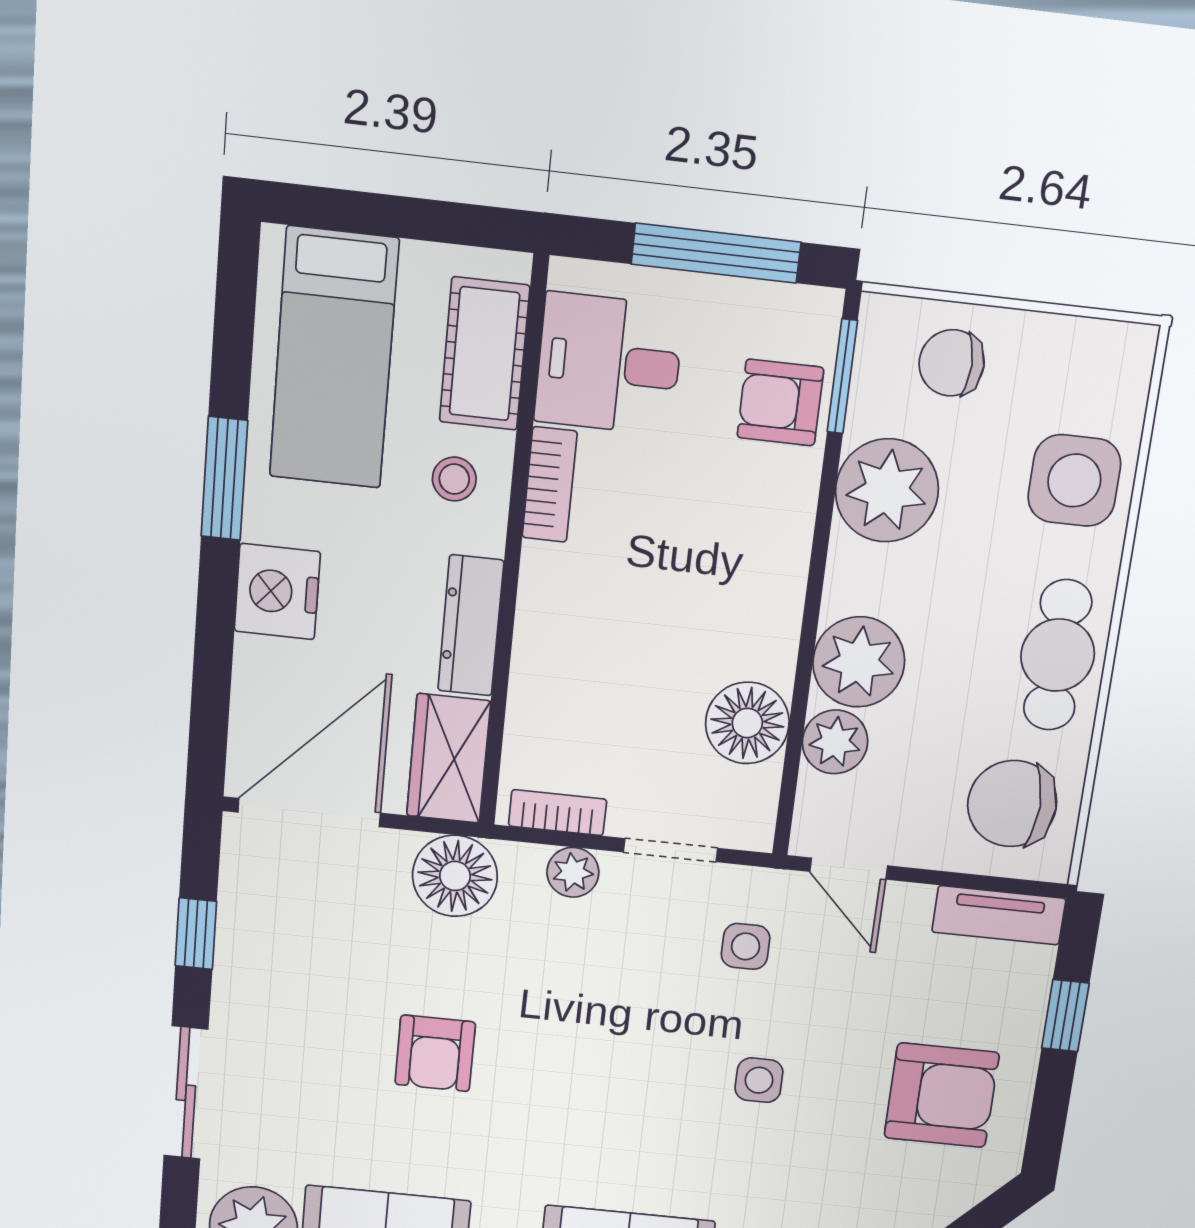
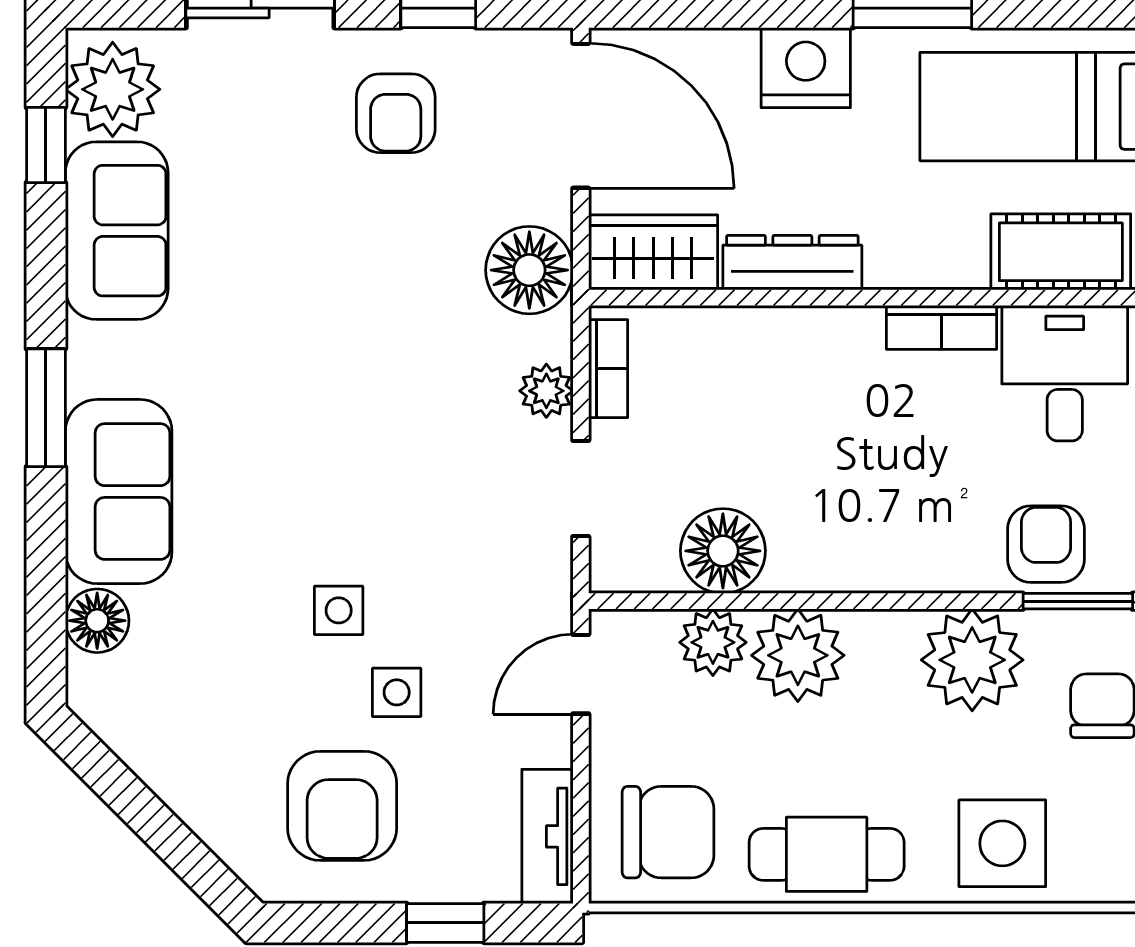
stool: (454, 479) -> (937, 233), removed
chair: (1012, 804) -> (668, 832), turned 90
side table: (746, 946) -> (397, 692), moved
armchair: (435, 1053) -> (396, 113), moved, turned -90

